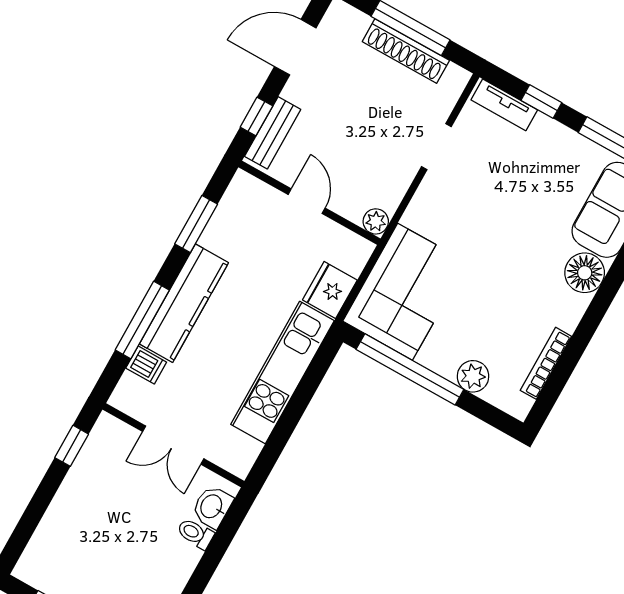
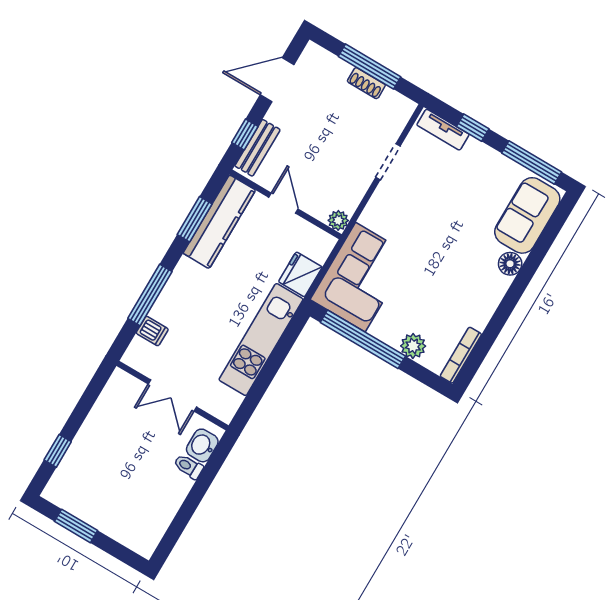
shoe rack: (406, 51) -> (366, 83), width x0.51, depth x0.81
floor lamp: (585, 273) -> (510, 264), width x0.73, depth x0.73
kitchen counter: (184, 303) -> (219, 222), moved
bookcase: (546, 363) -> (461, 355), moved
window: (72, 446) -> (58, 451), moved

